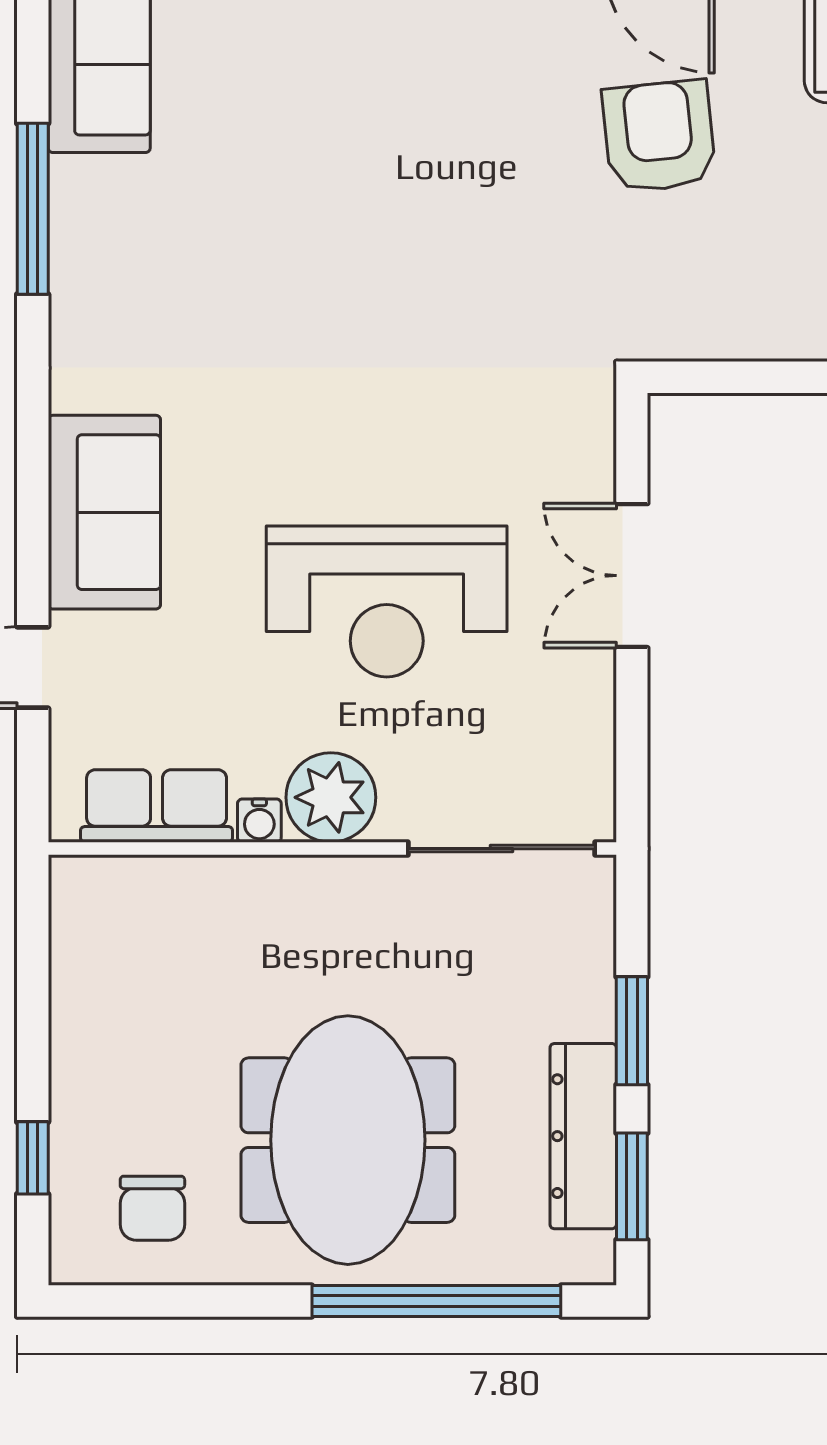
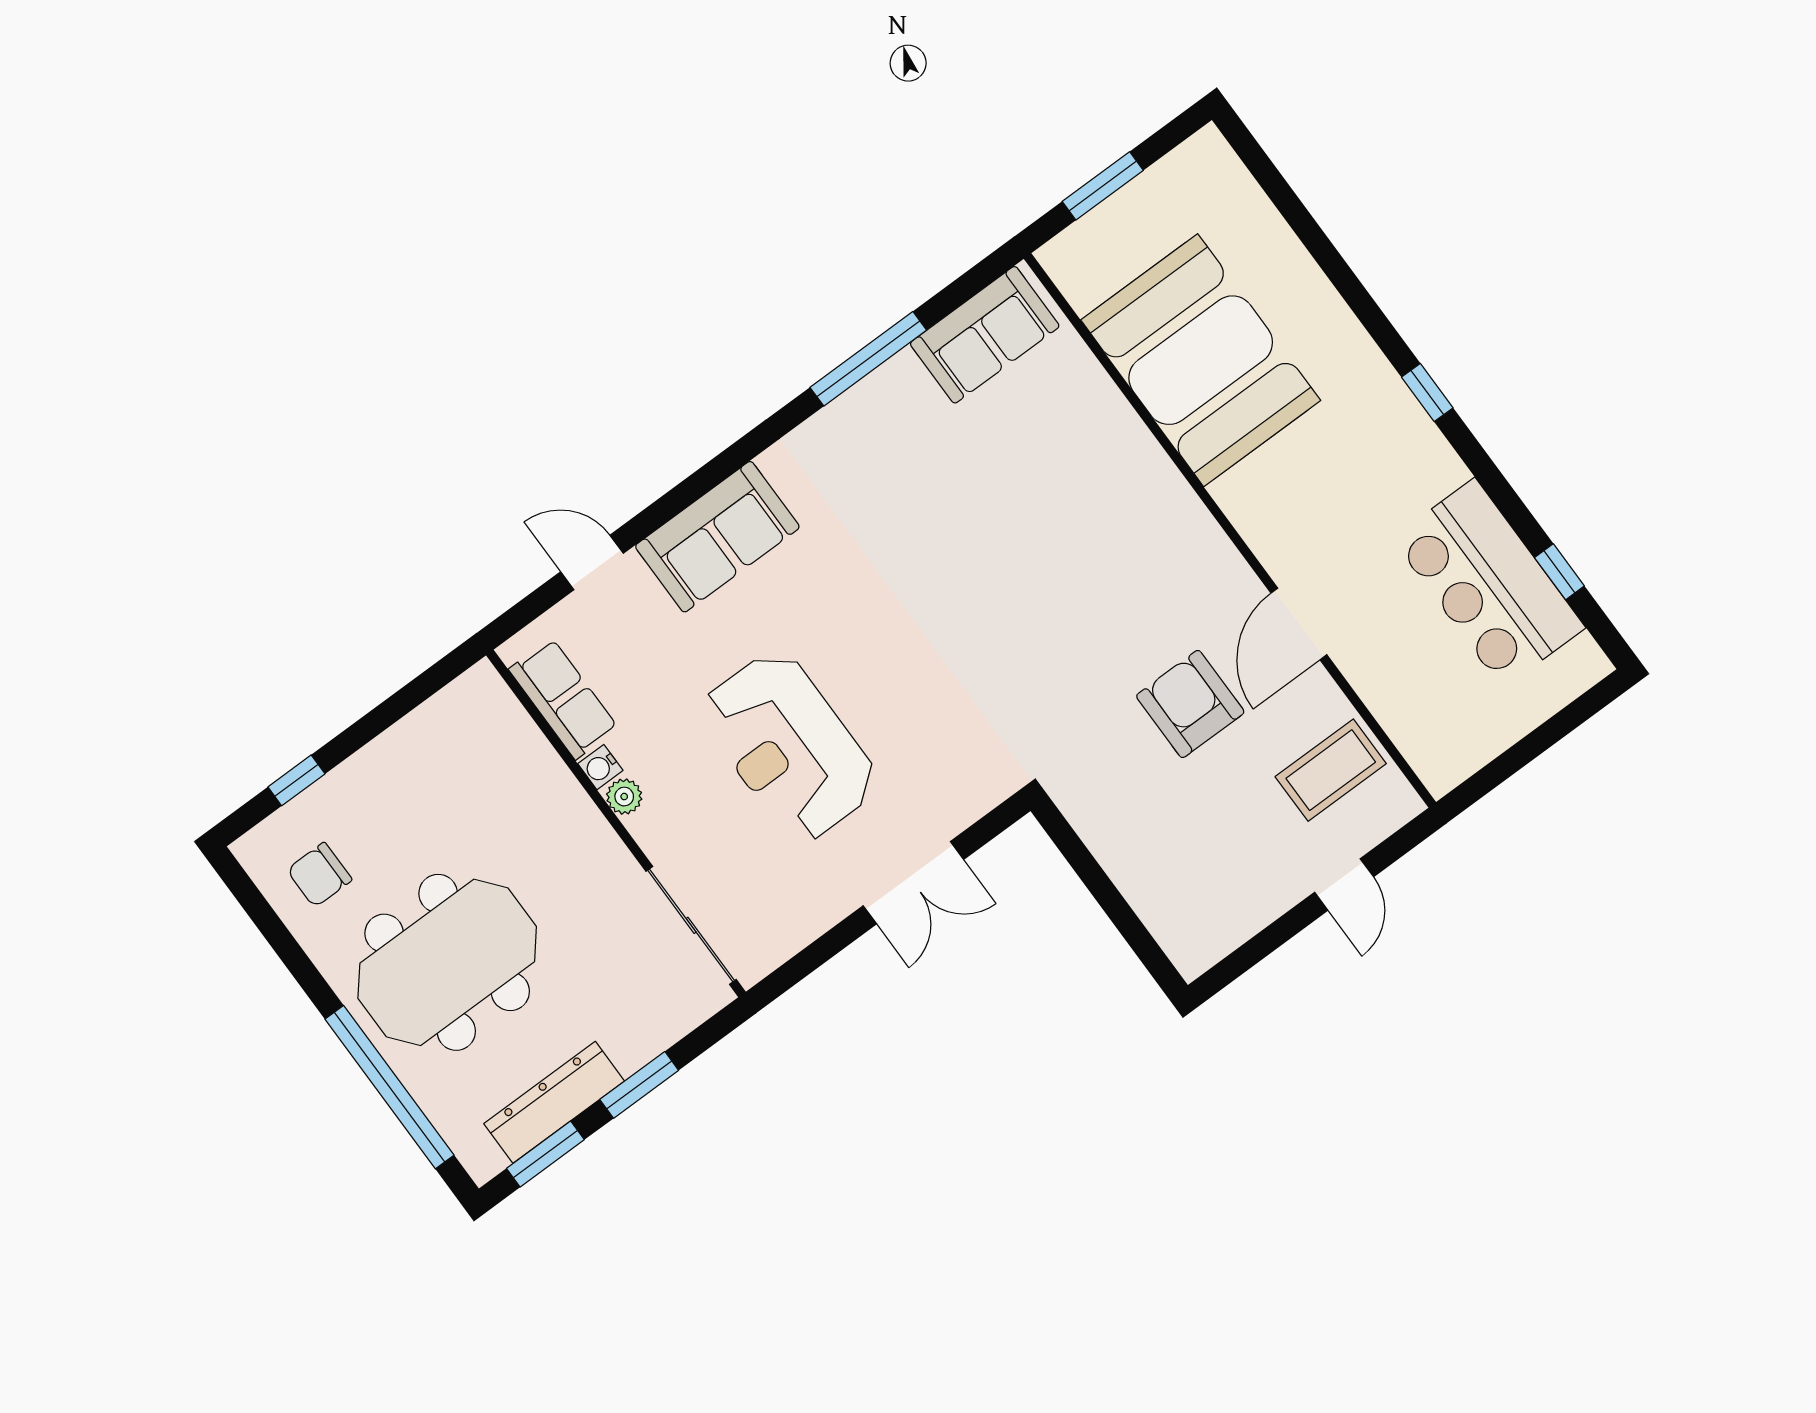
armchair: (659, 136) -> (1190, 704), turned -84
double door: (632, 576) -> (913, 883), swing flipped
plant: (331, 797) -> (624, 797), width x0.53, depth x0.53

